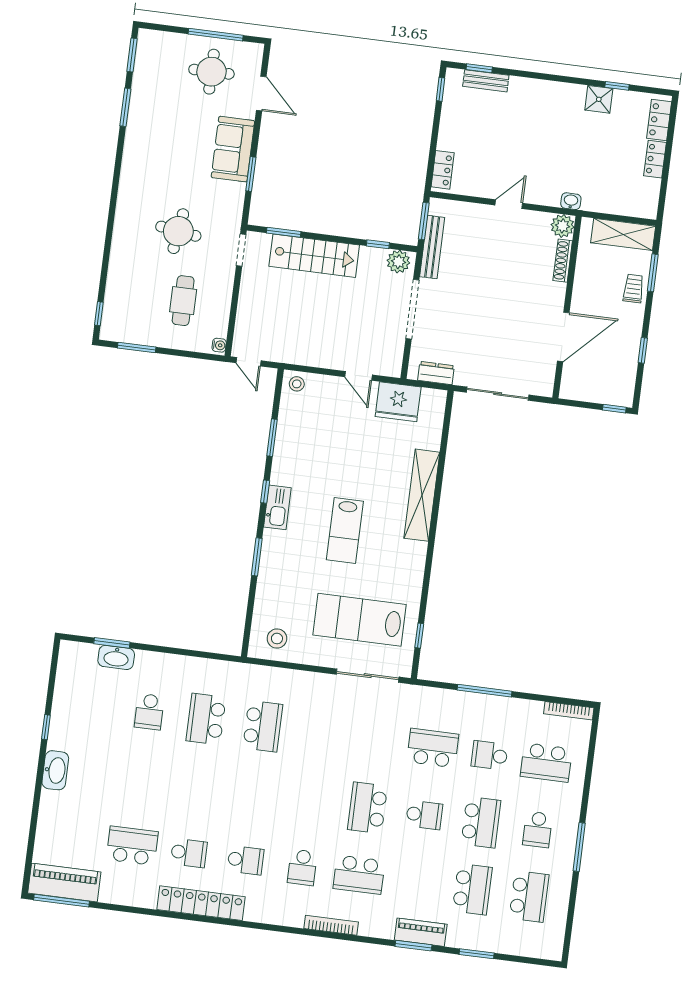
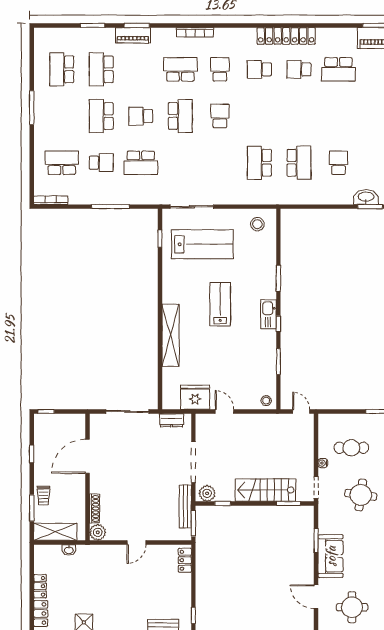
washbasin: (571, 201) -> (69, 550), moved
cafe table: (183, 301) -> (351, 448), turned 90
water cooler: (219, 345) -> (323, 463), moved
school desk: (538, 829) -> (220, 116), moved

